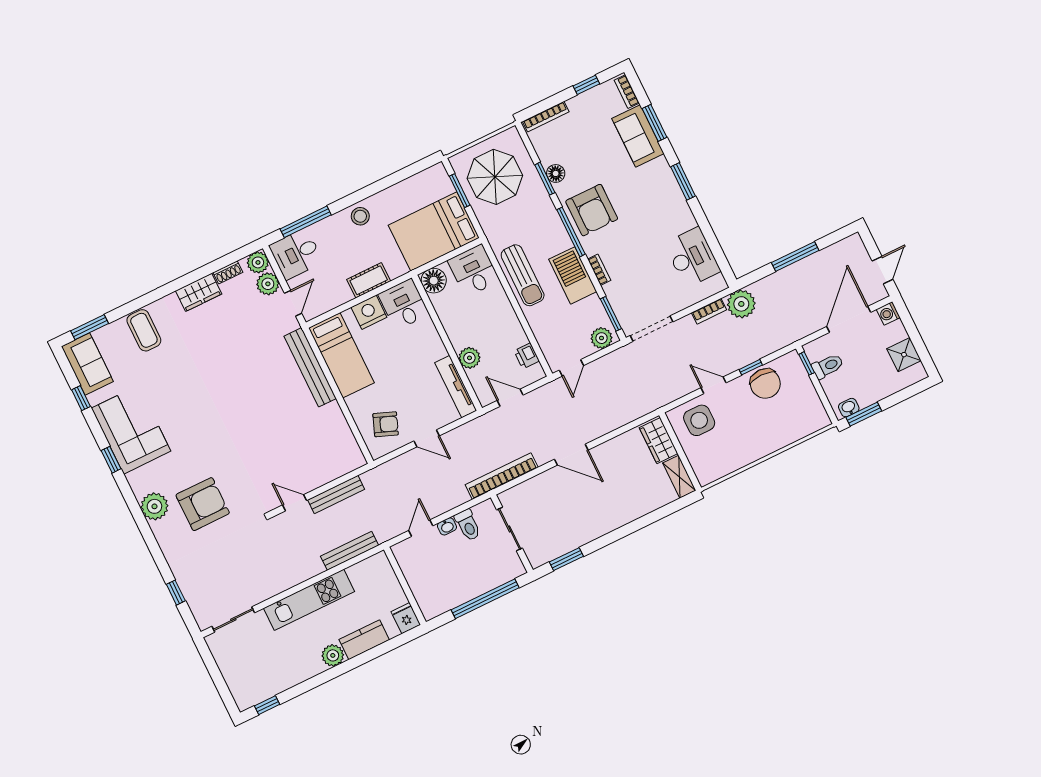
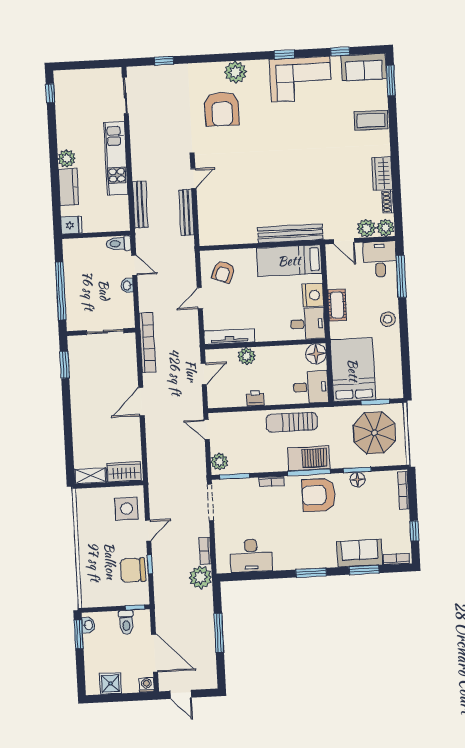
barbecue: (573, 275) -> (308, 458), moved
printer: (527, 356) -> (255, 398), moved
toilet: (468, 525) -> (119, 243), moved

